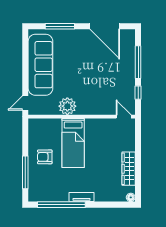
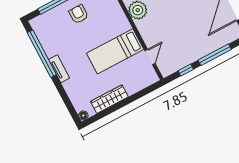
door: (124, 117) -> (150, 57), moved
bed: (73, 143) -> (115, 51), moved

